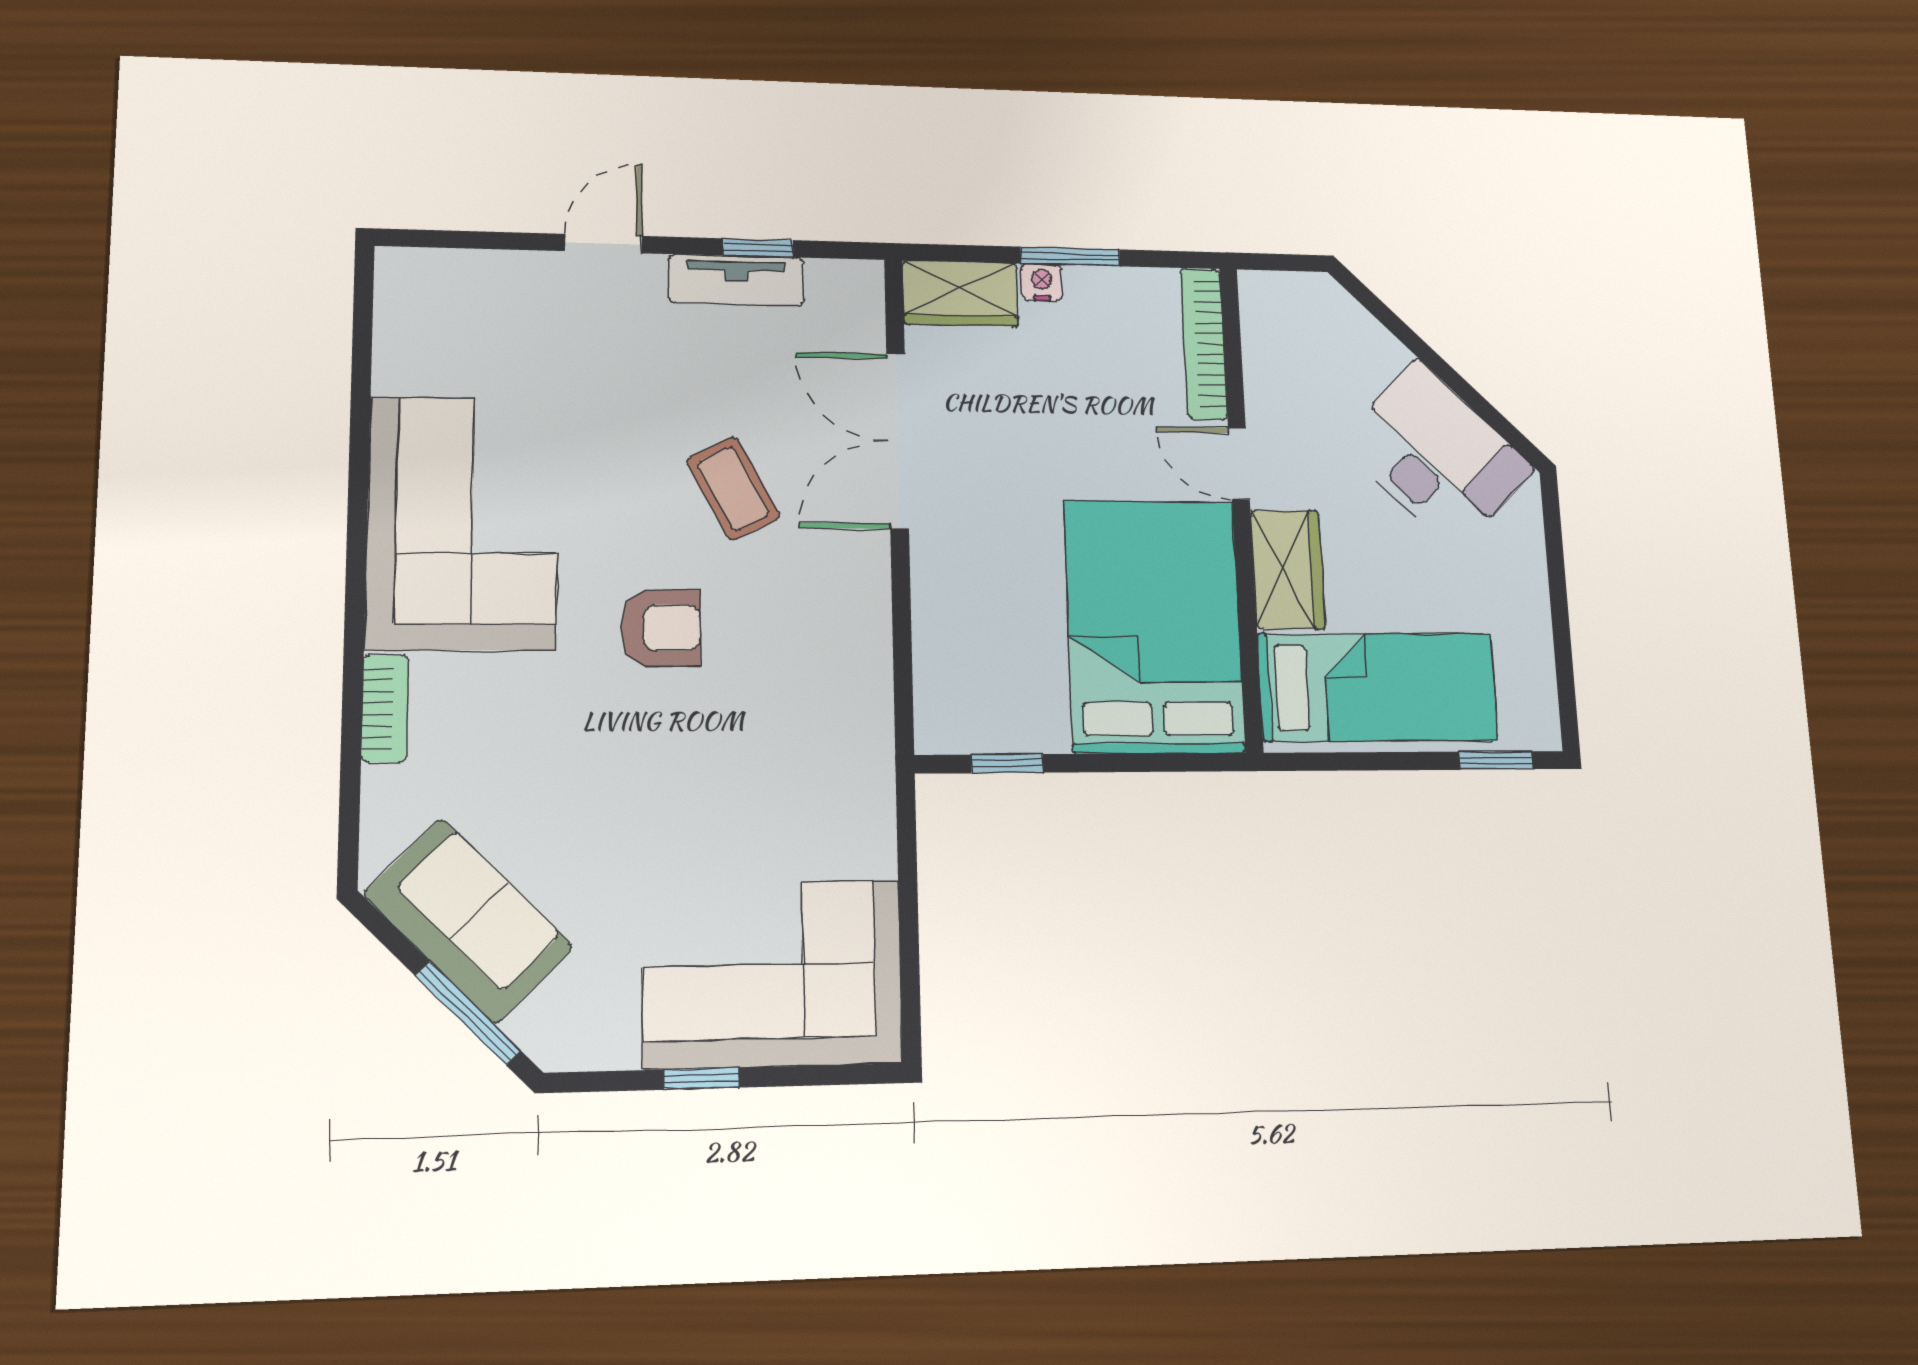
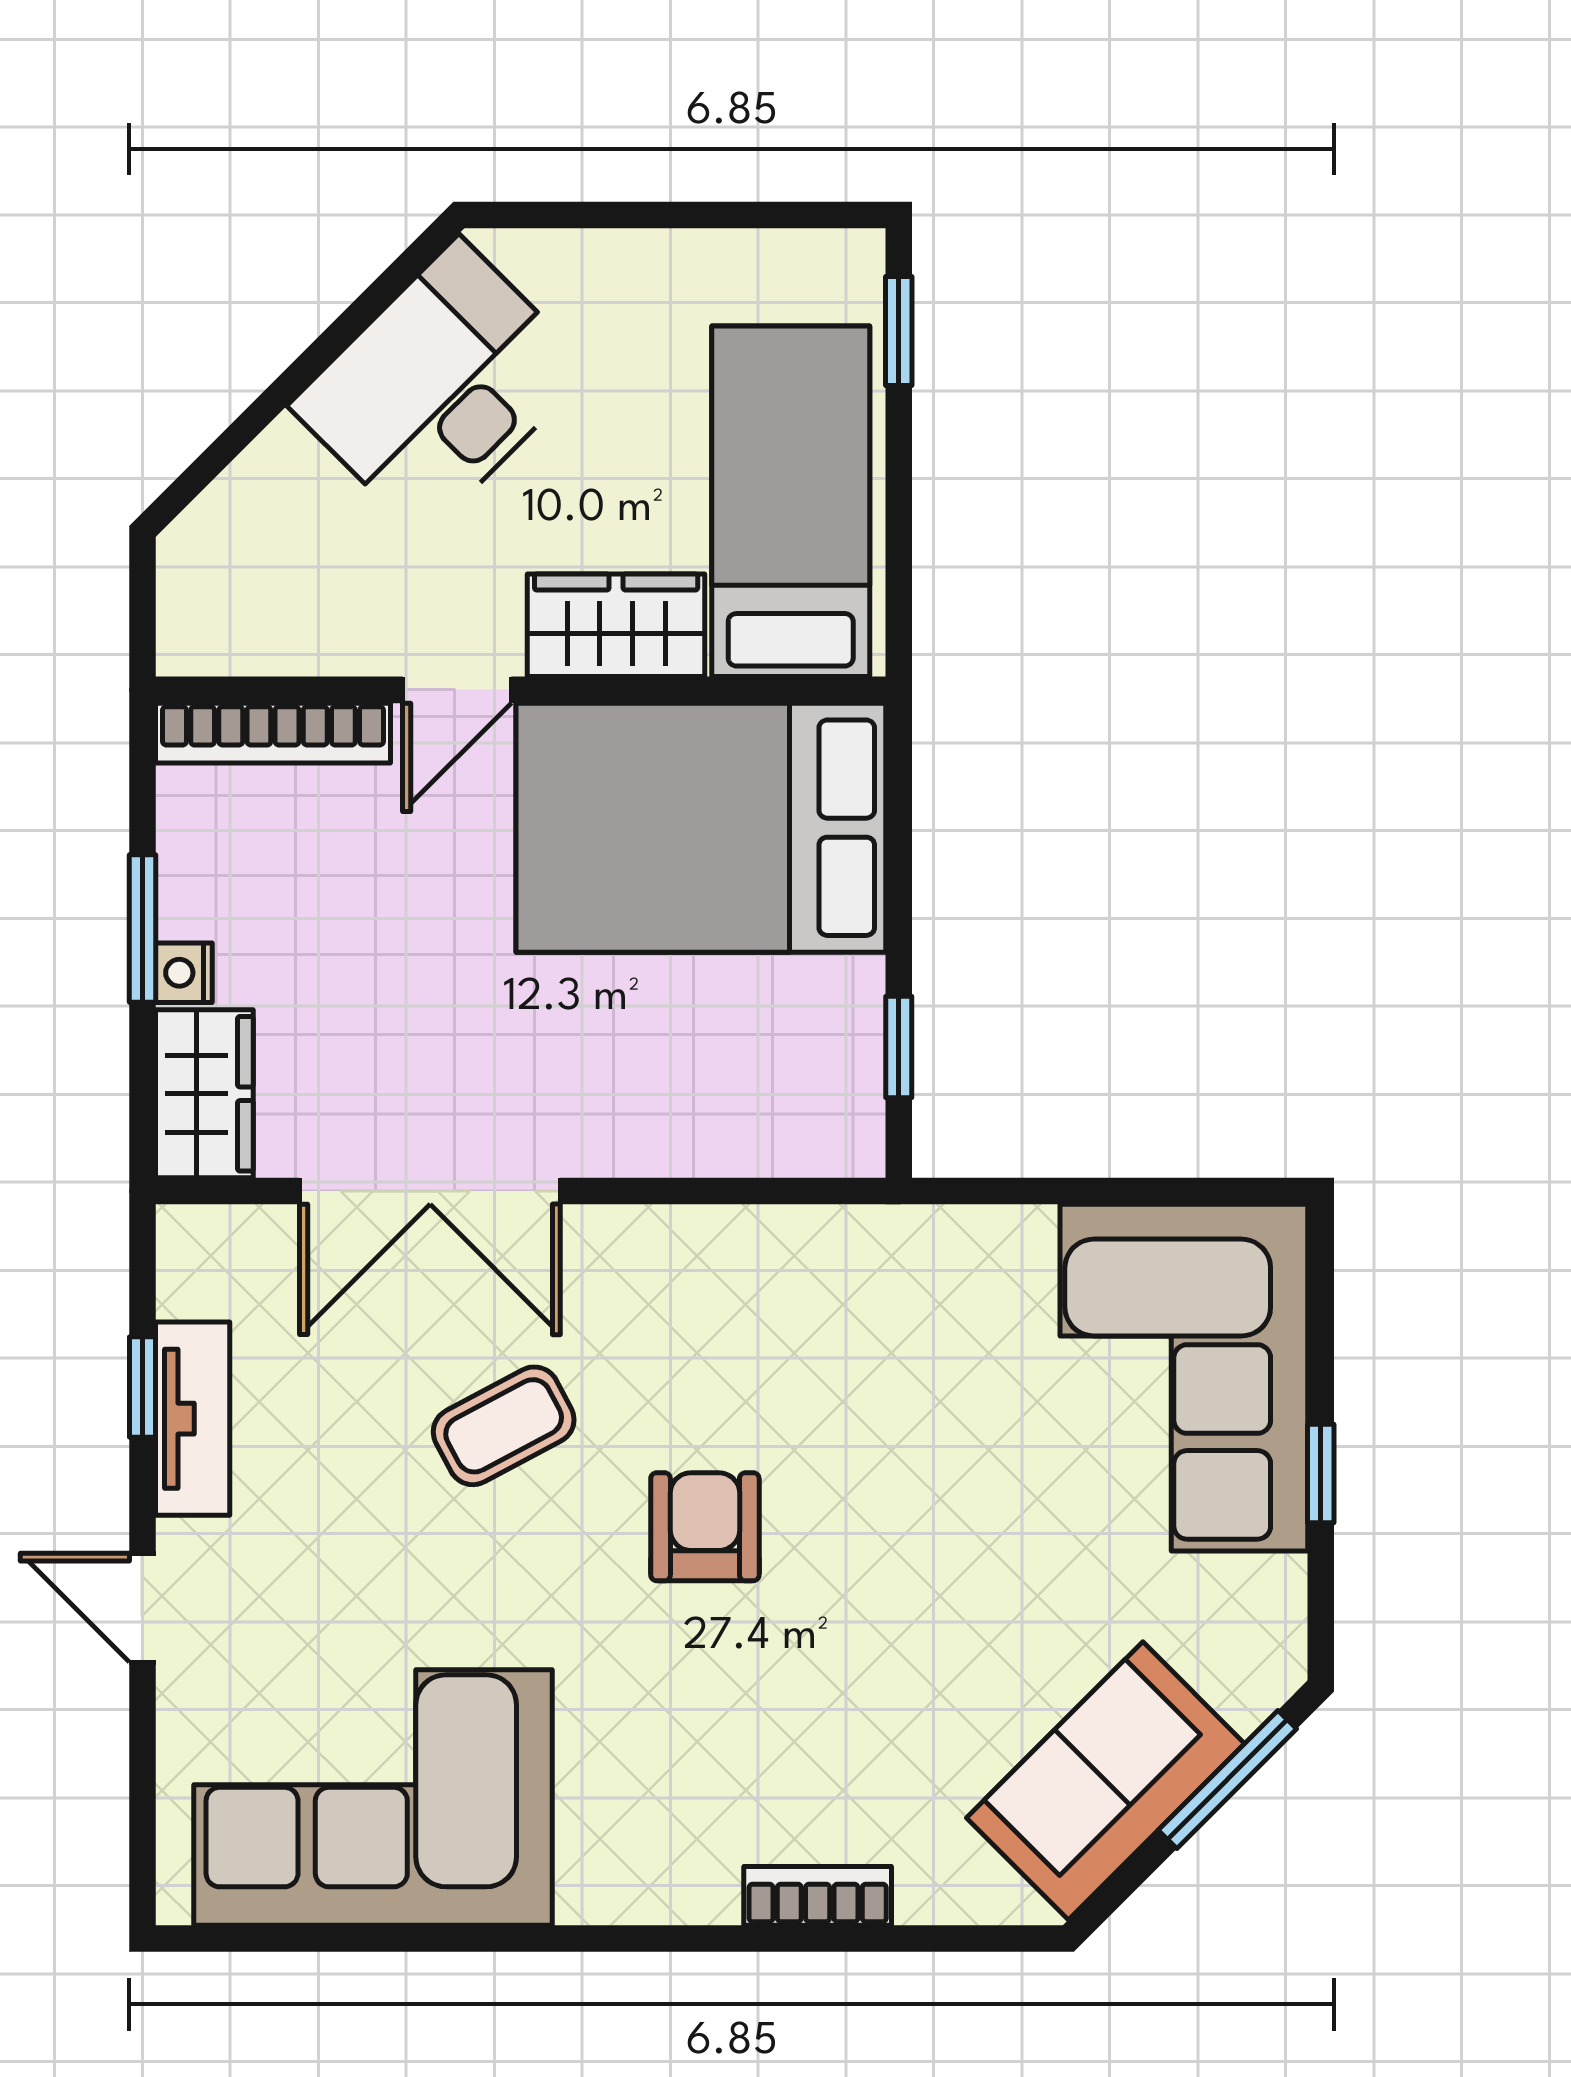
corner sofa: (463, 523) -> (373, 1797), moved

